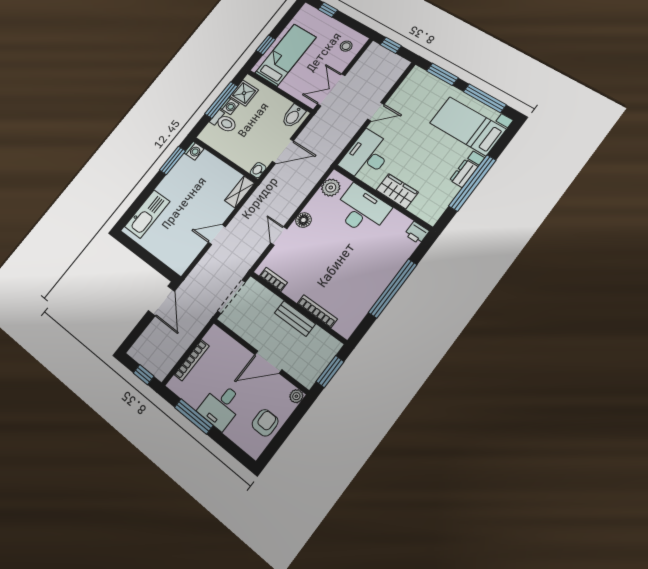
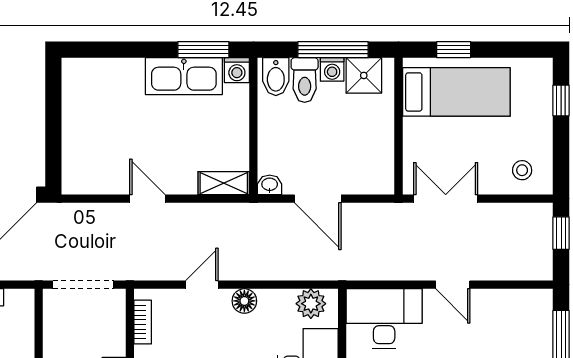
bidet: (293, 116) -> (276, 77), moved, turned -90
kitchen sink: (147, 214) -> (184, 76), moved

